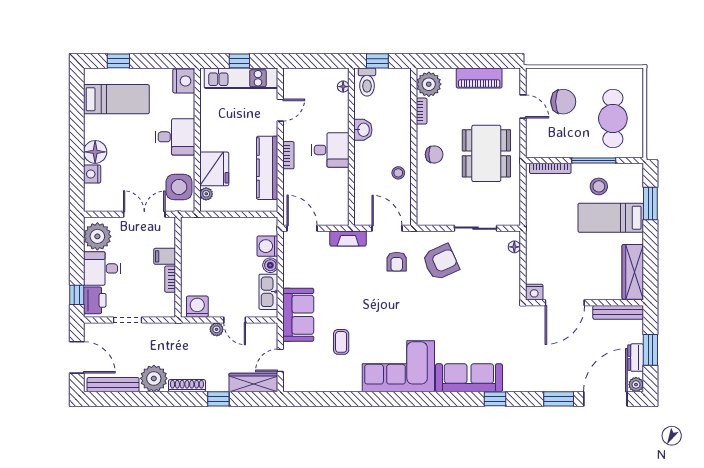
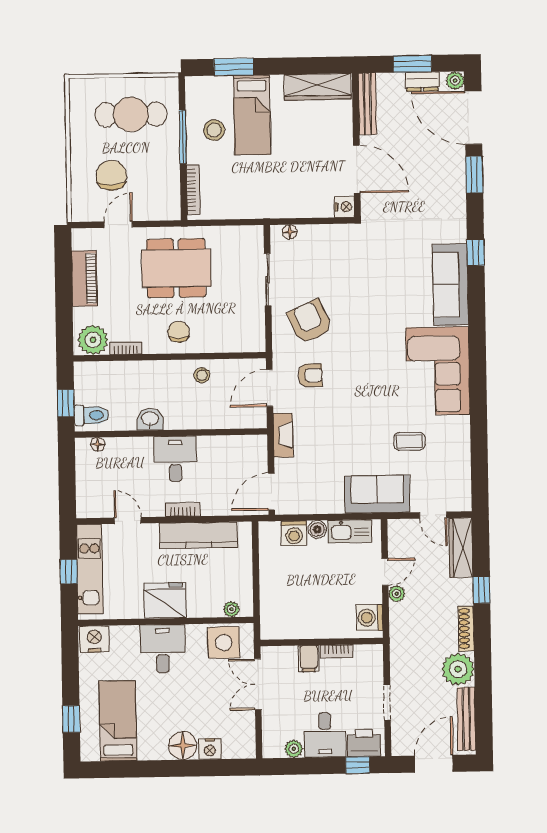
fridge: (214, 169) -> (165, 601), moved
plant: (97, 236) -> (294, 749), width x0.53, depth x0.53

